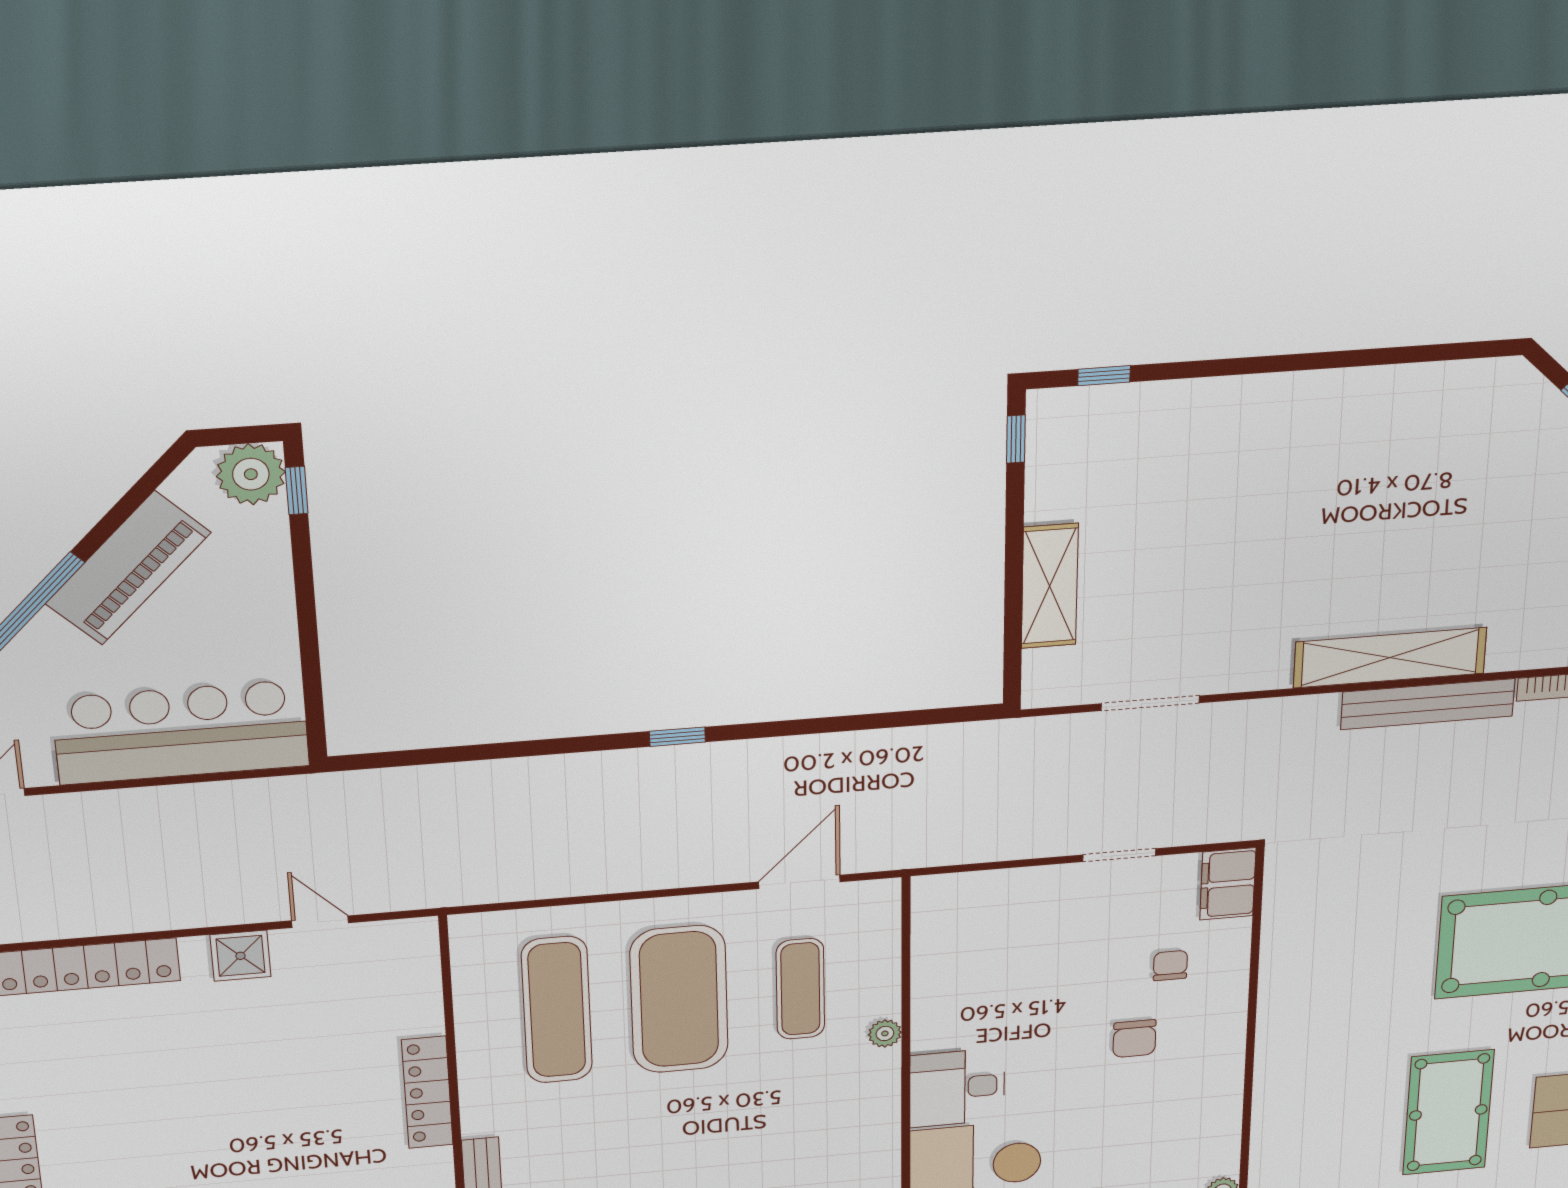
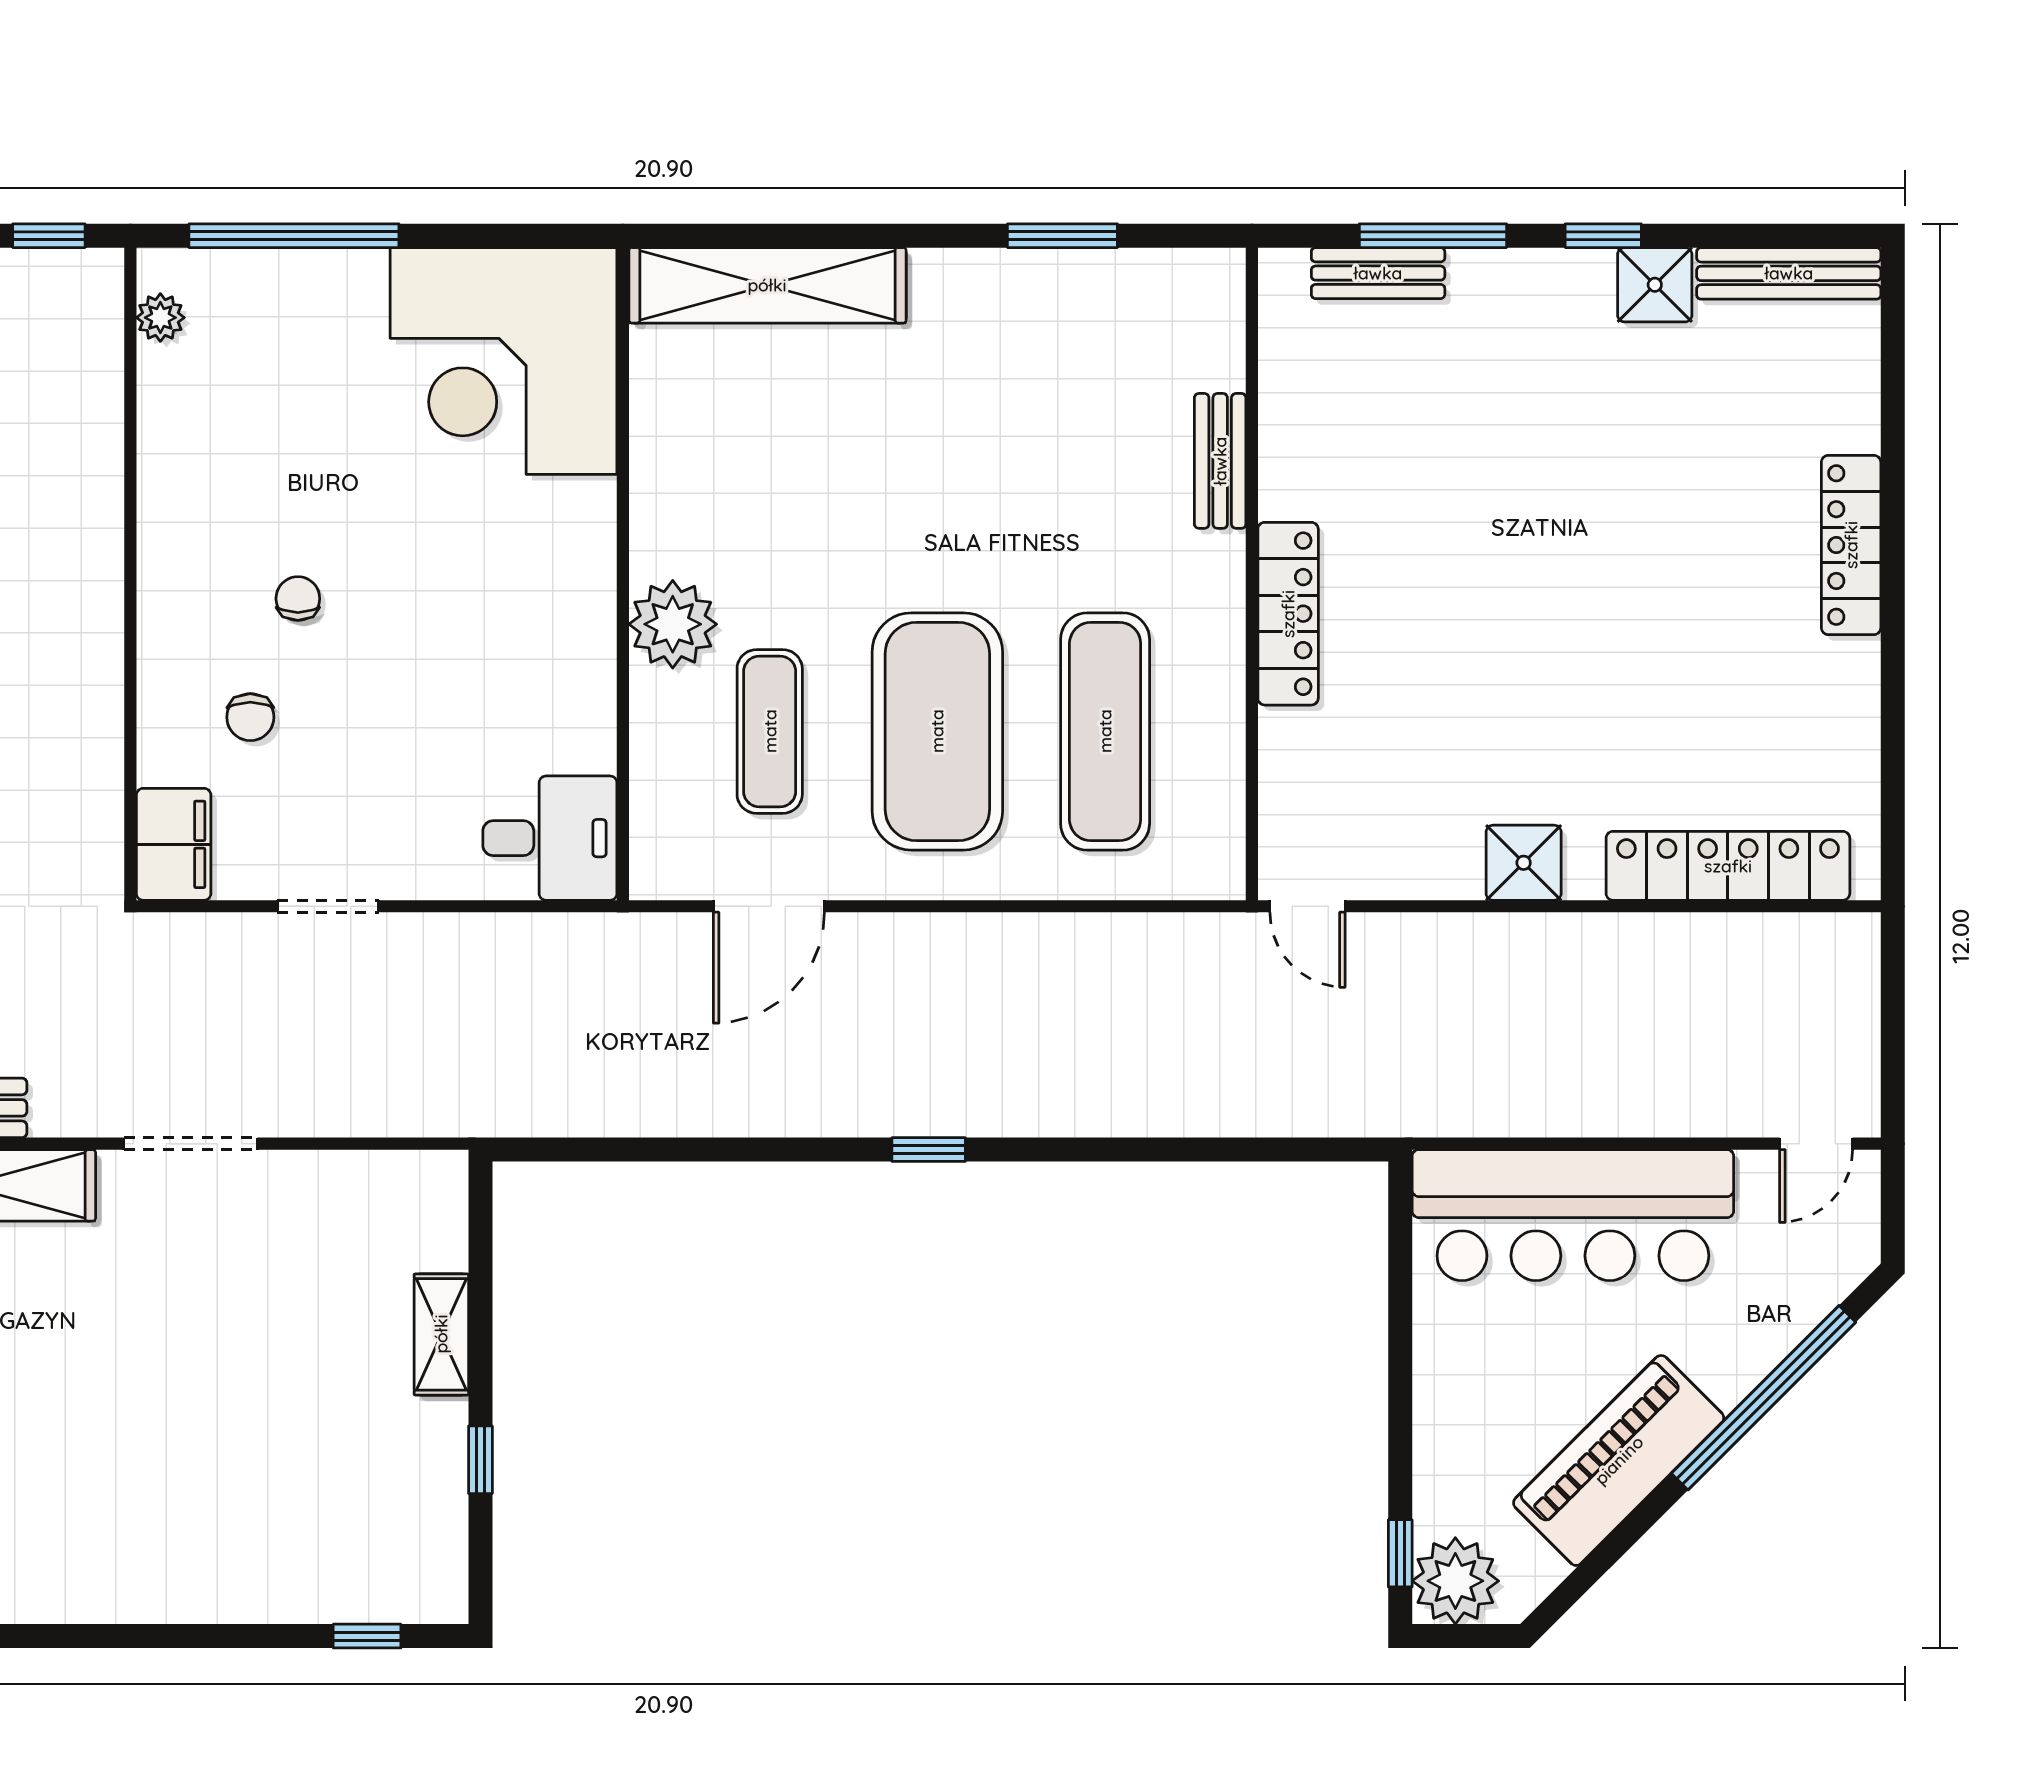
window: (1016, 439) -> (480, 1460), moved
shelving: (1050, 586) -> (441, 1334), width x0.67, depth x0.75
doorway: (1150, 703) -> (191, 1144), moved
door: (320, 922) -> (1307, 906), moved
plant: (885, 1033) -> (673, 624), width x1.88, depth x1.88
chair: (1134, 1039) -> (298, 599), width x0.73, depth x0.73
desk: (957, 1088) -> (550, 838), moved

